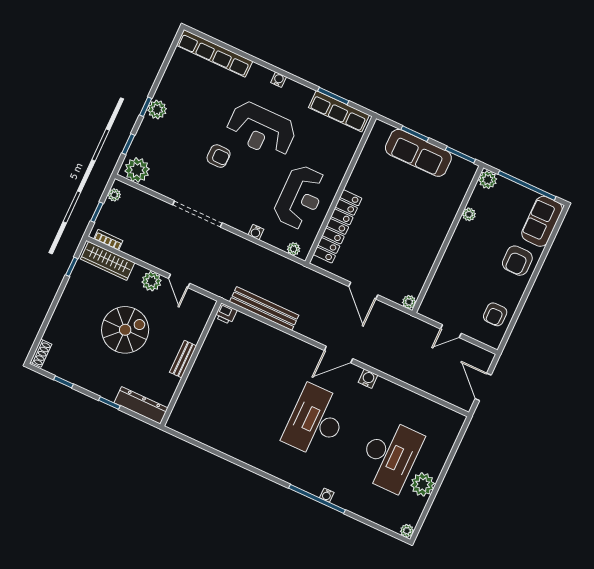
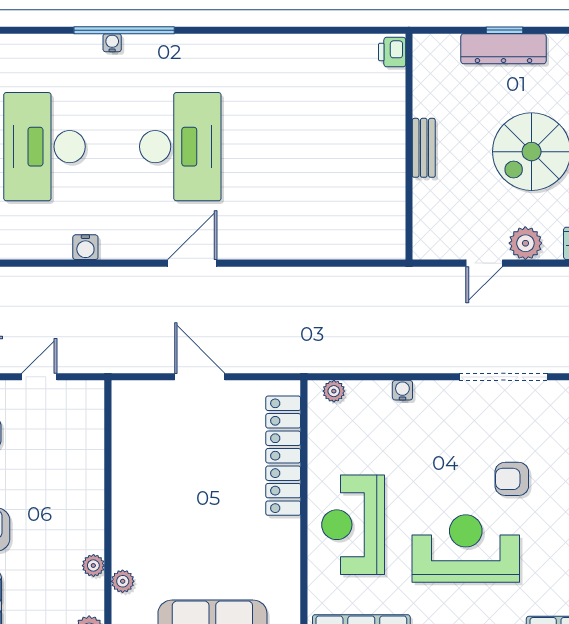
reception desk: (300, 197) -> (353, 525), moved
door: (179, 281) -> (484, 263), swing flipped
plant: (409, 302) -> (123, 581), moved
bench: (264, 308) -> (337, 281), removed
printer: (226, 314) -> (392, 52), moved, turned -90
water cooler: (368, 379) -> (85, 247), moved
dresser: (141, 405) -> (504, 49), moved

